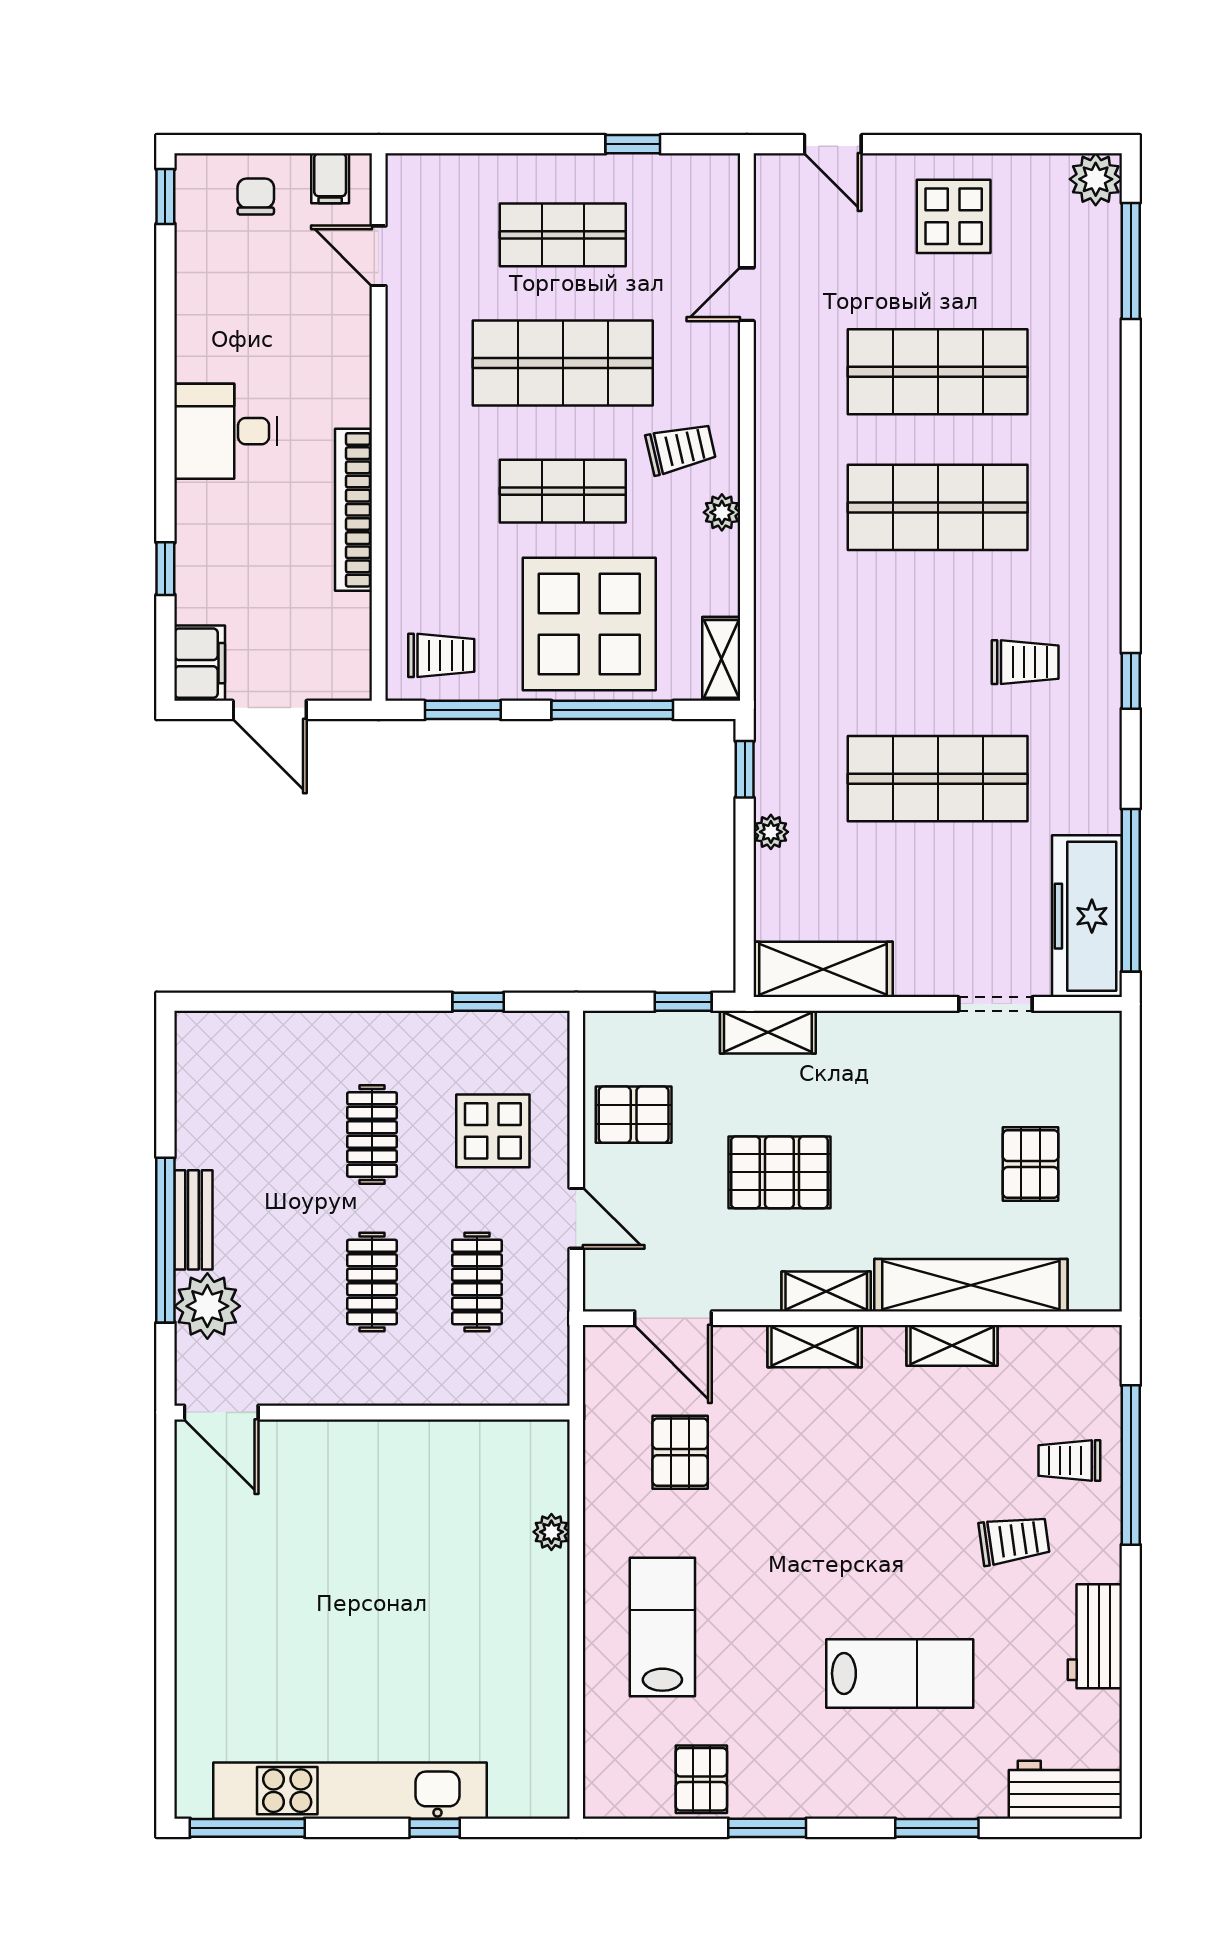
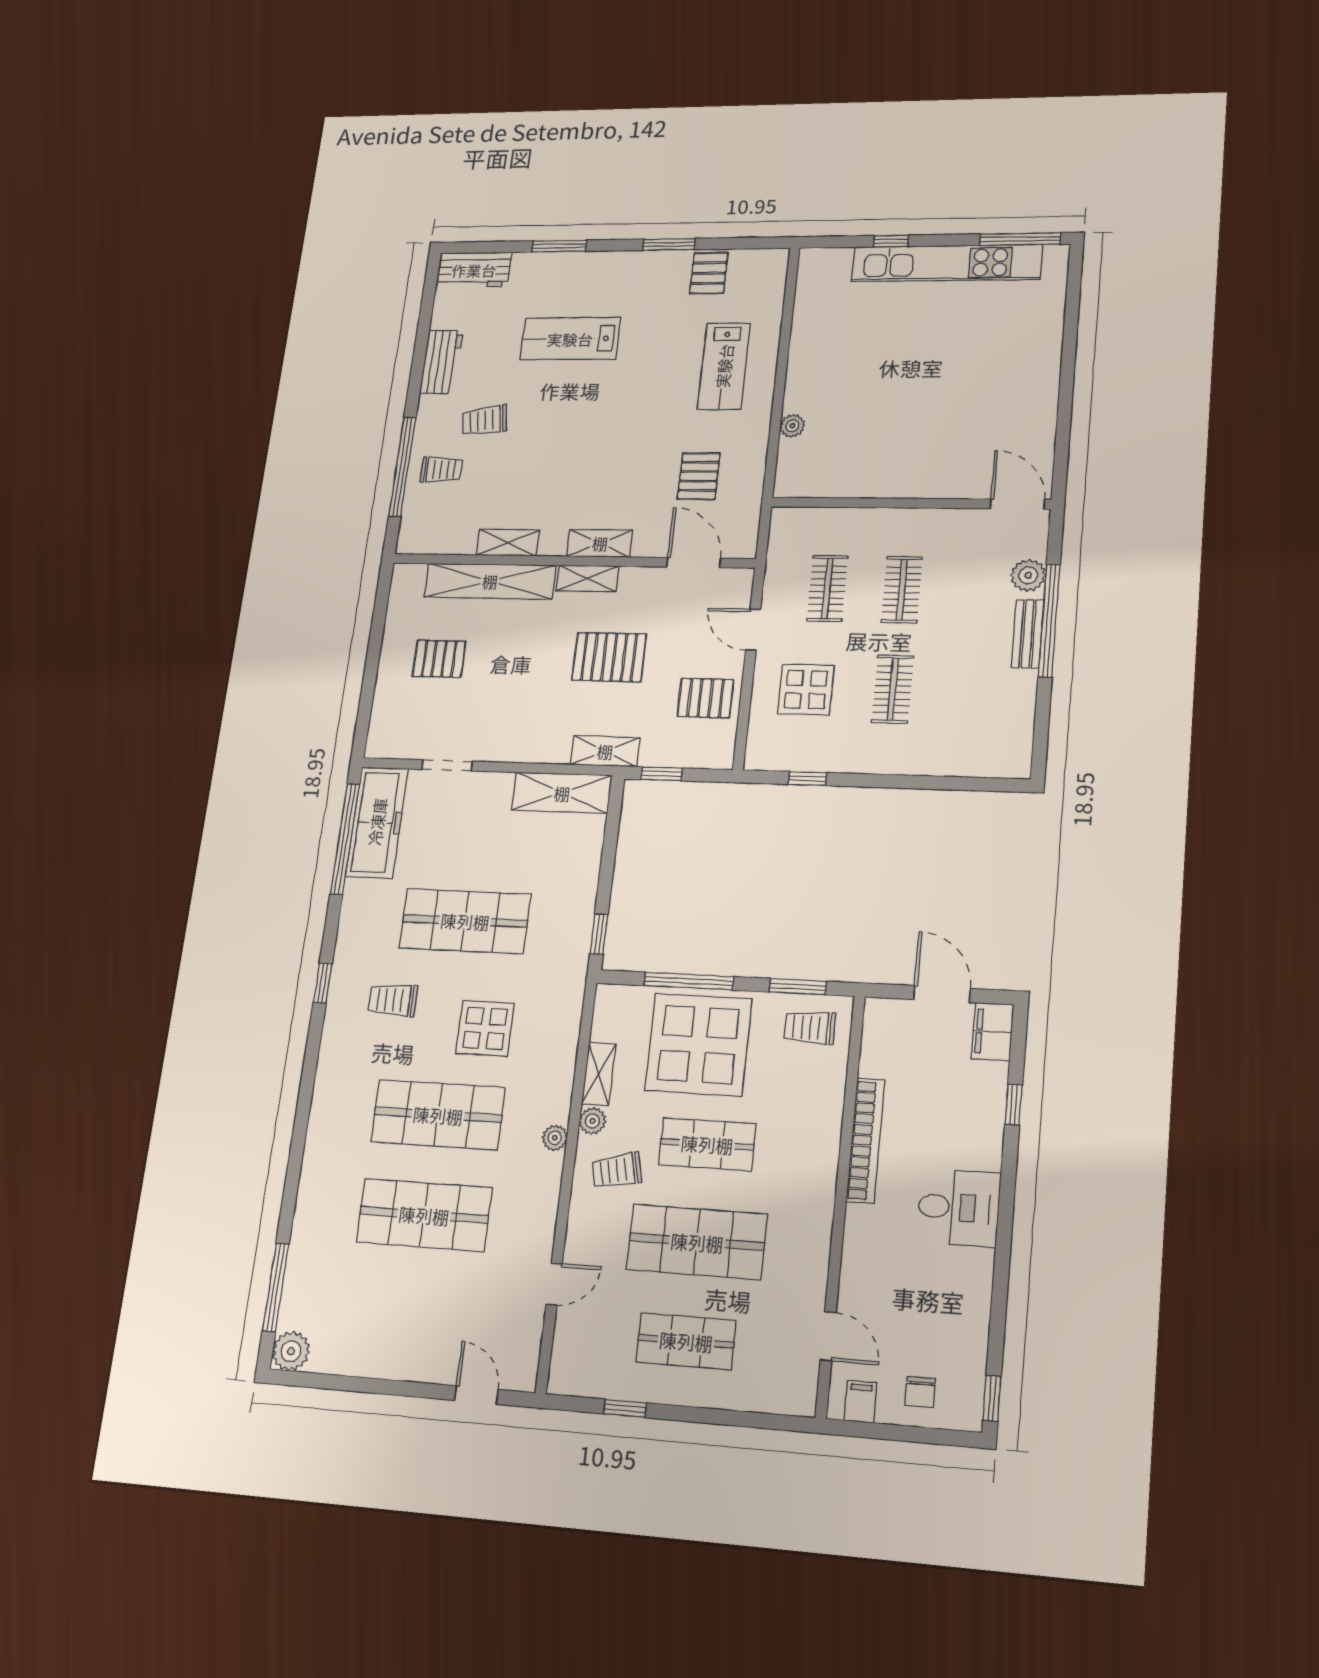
display table: (954, 216) -> (485, 1028), moved
shelving: (721, 659) -> (599, 1074), moved
plant: (771, 832) -> (555, 1138), moved
pallet: (1031, 1164) -> (439, 659), turned 90
plant: (207, 1306) -> (1028, 575), width x0.73, depth x0.73

